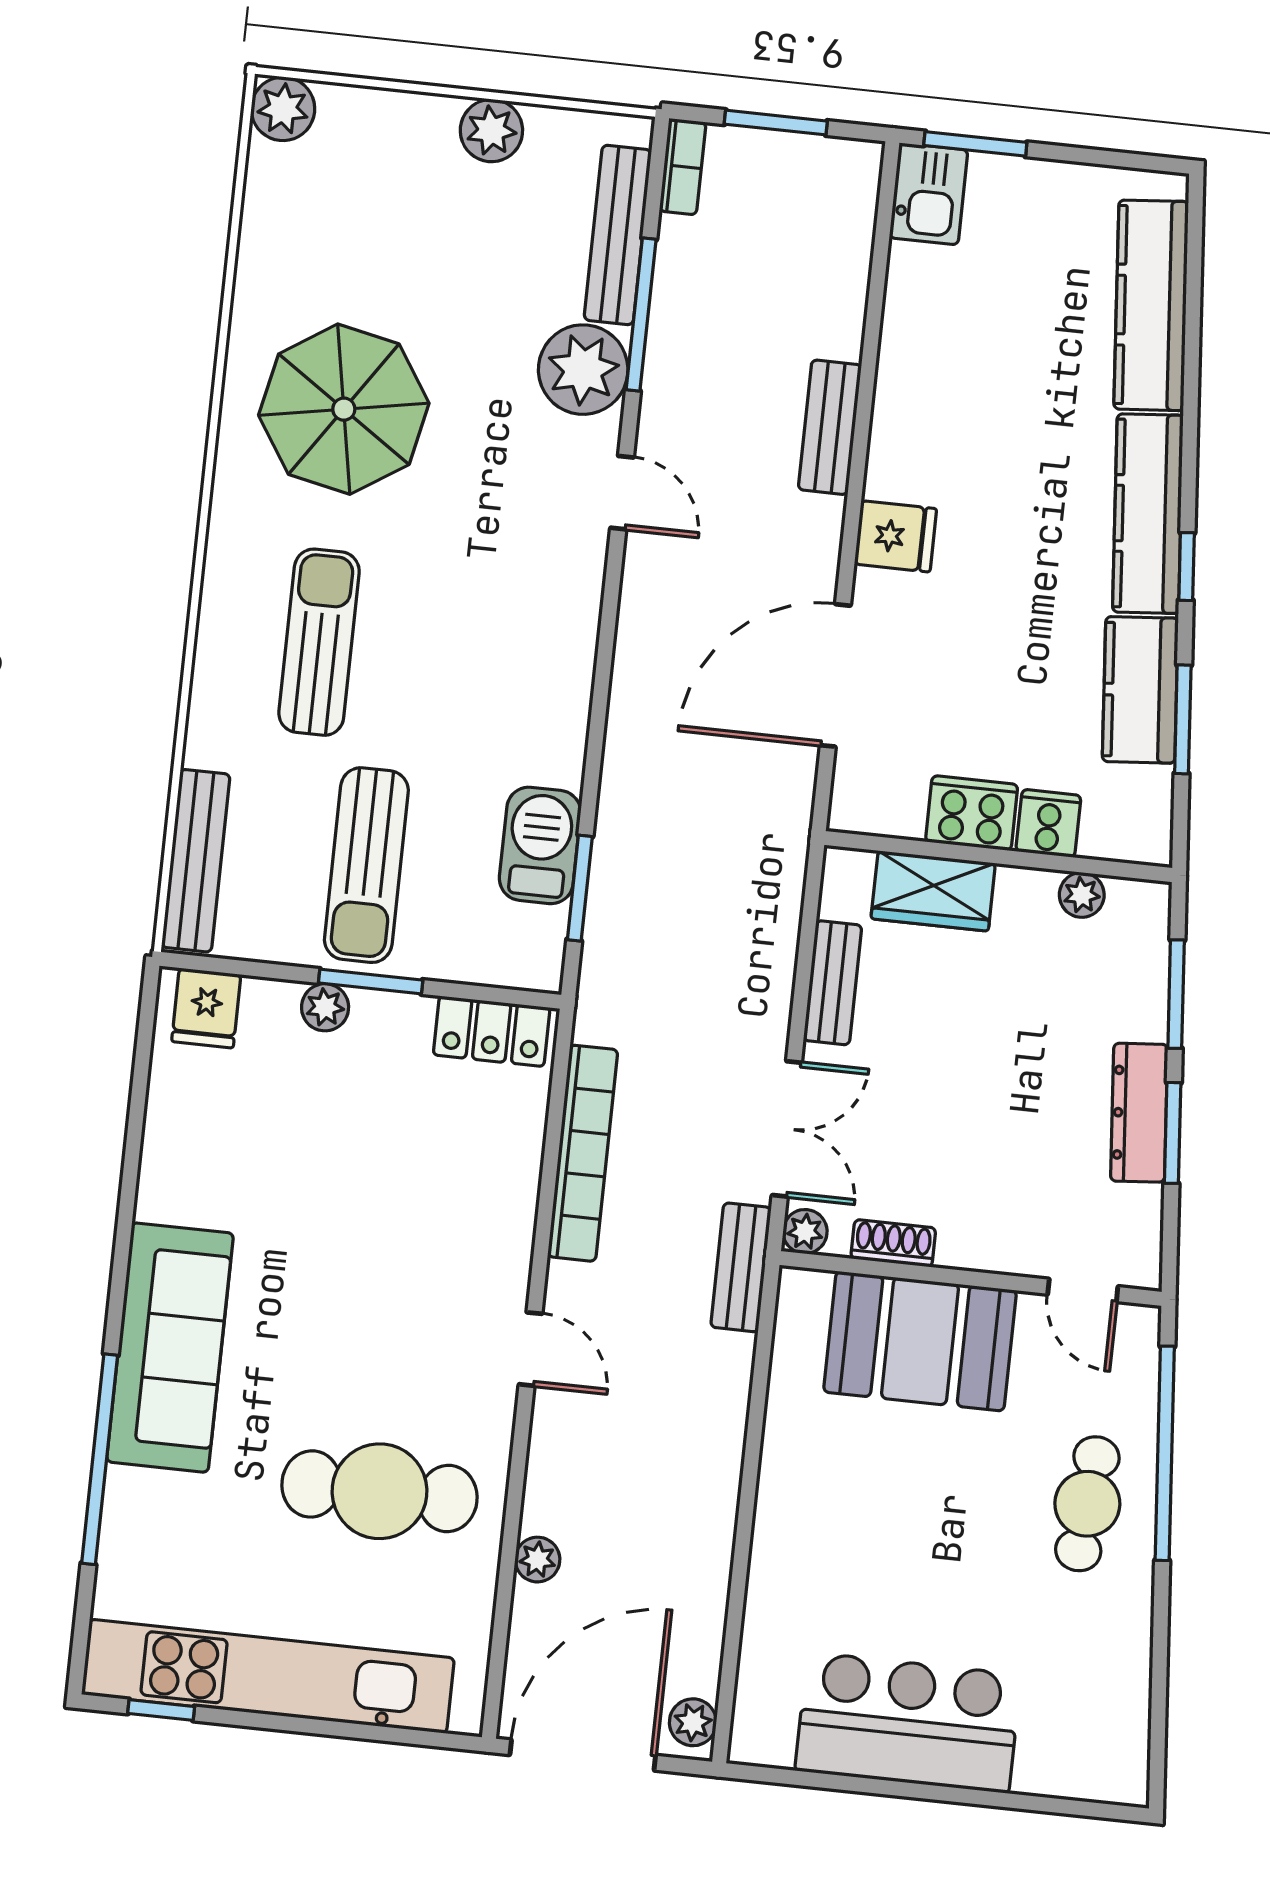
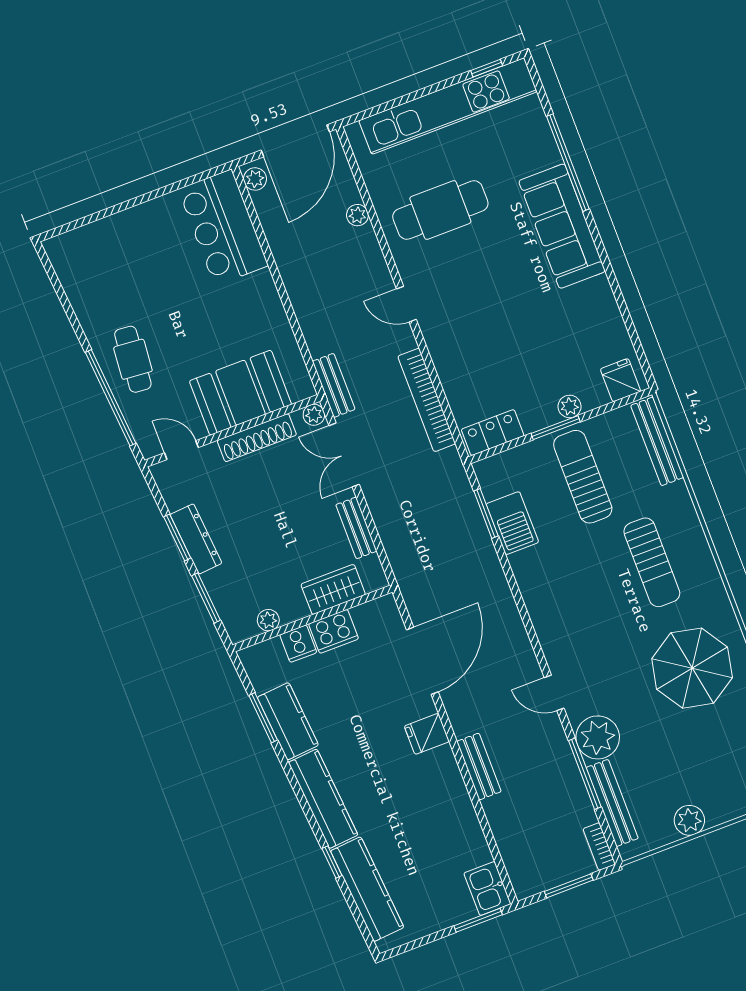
window: (1187, 567) -> (332, 862), moved
shoe rack: (893, 1243) -> (257, 438), width x1.94, depth x1.24
bar counter: (908, 1723) -> (223, 227), moved, turned 90

